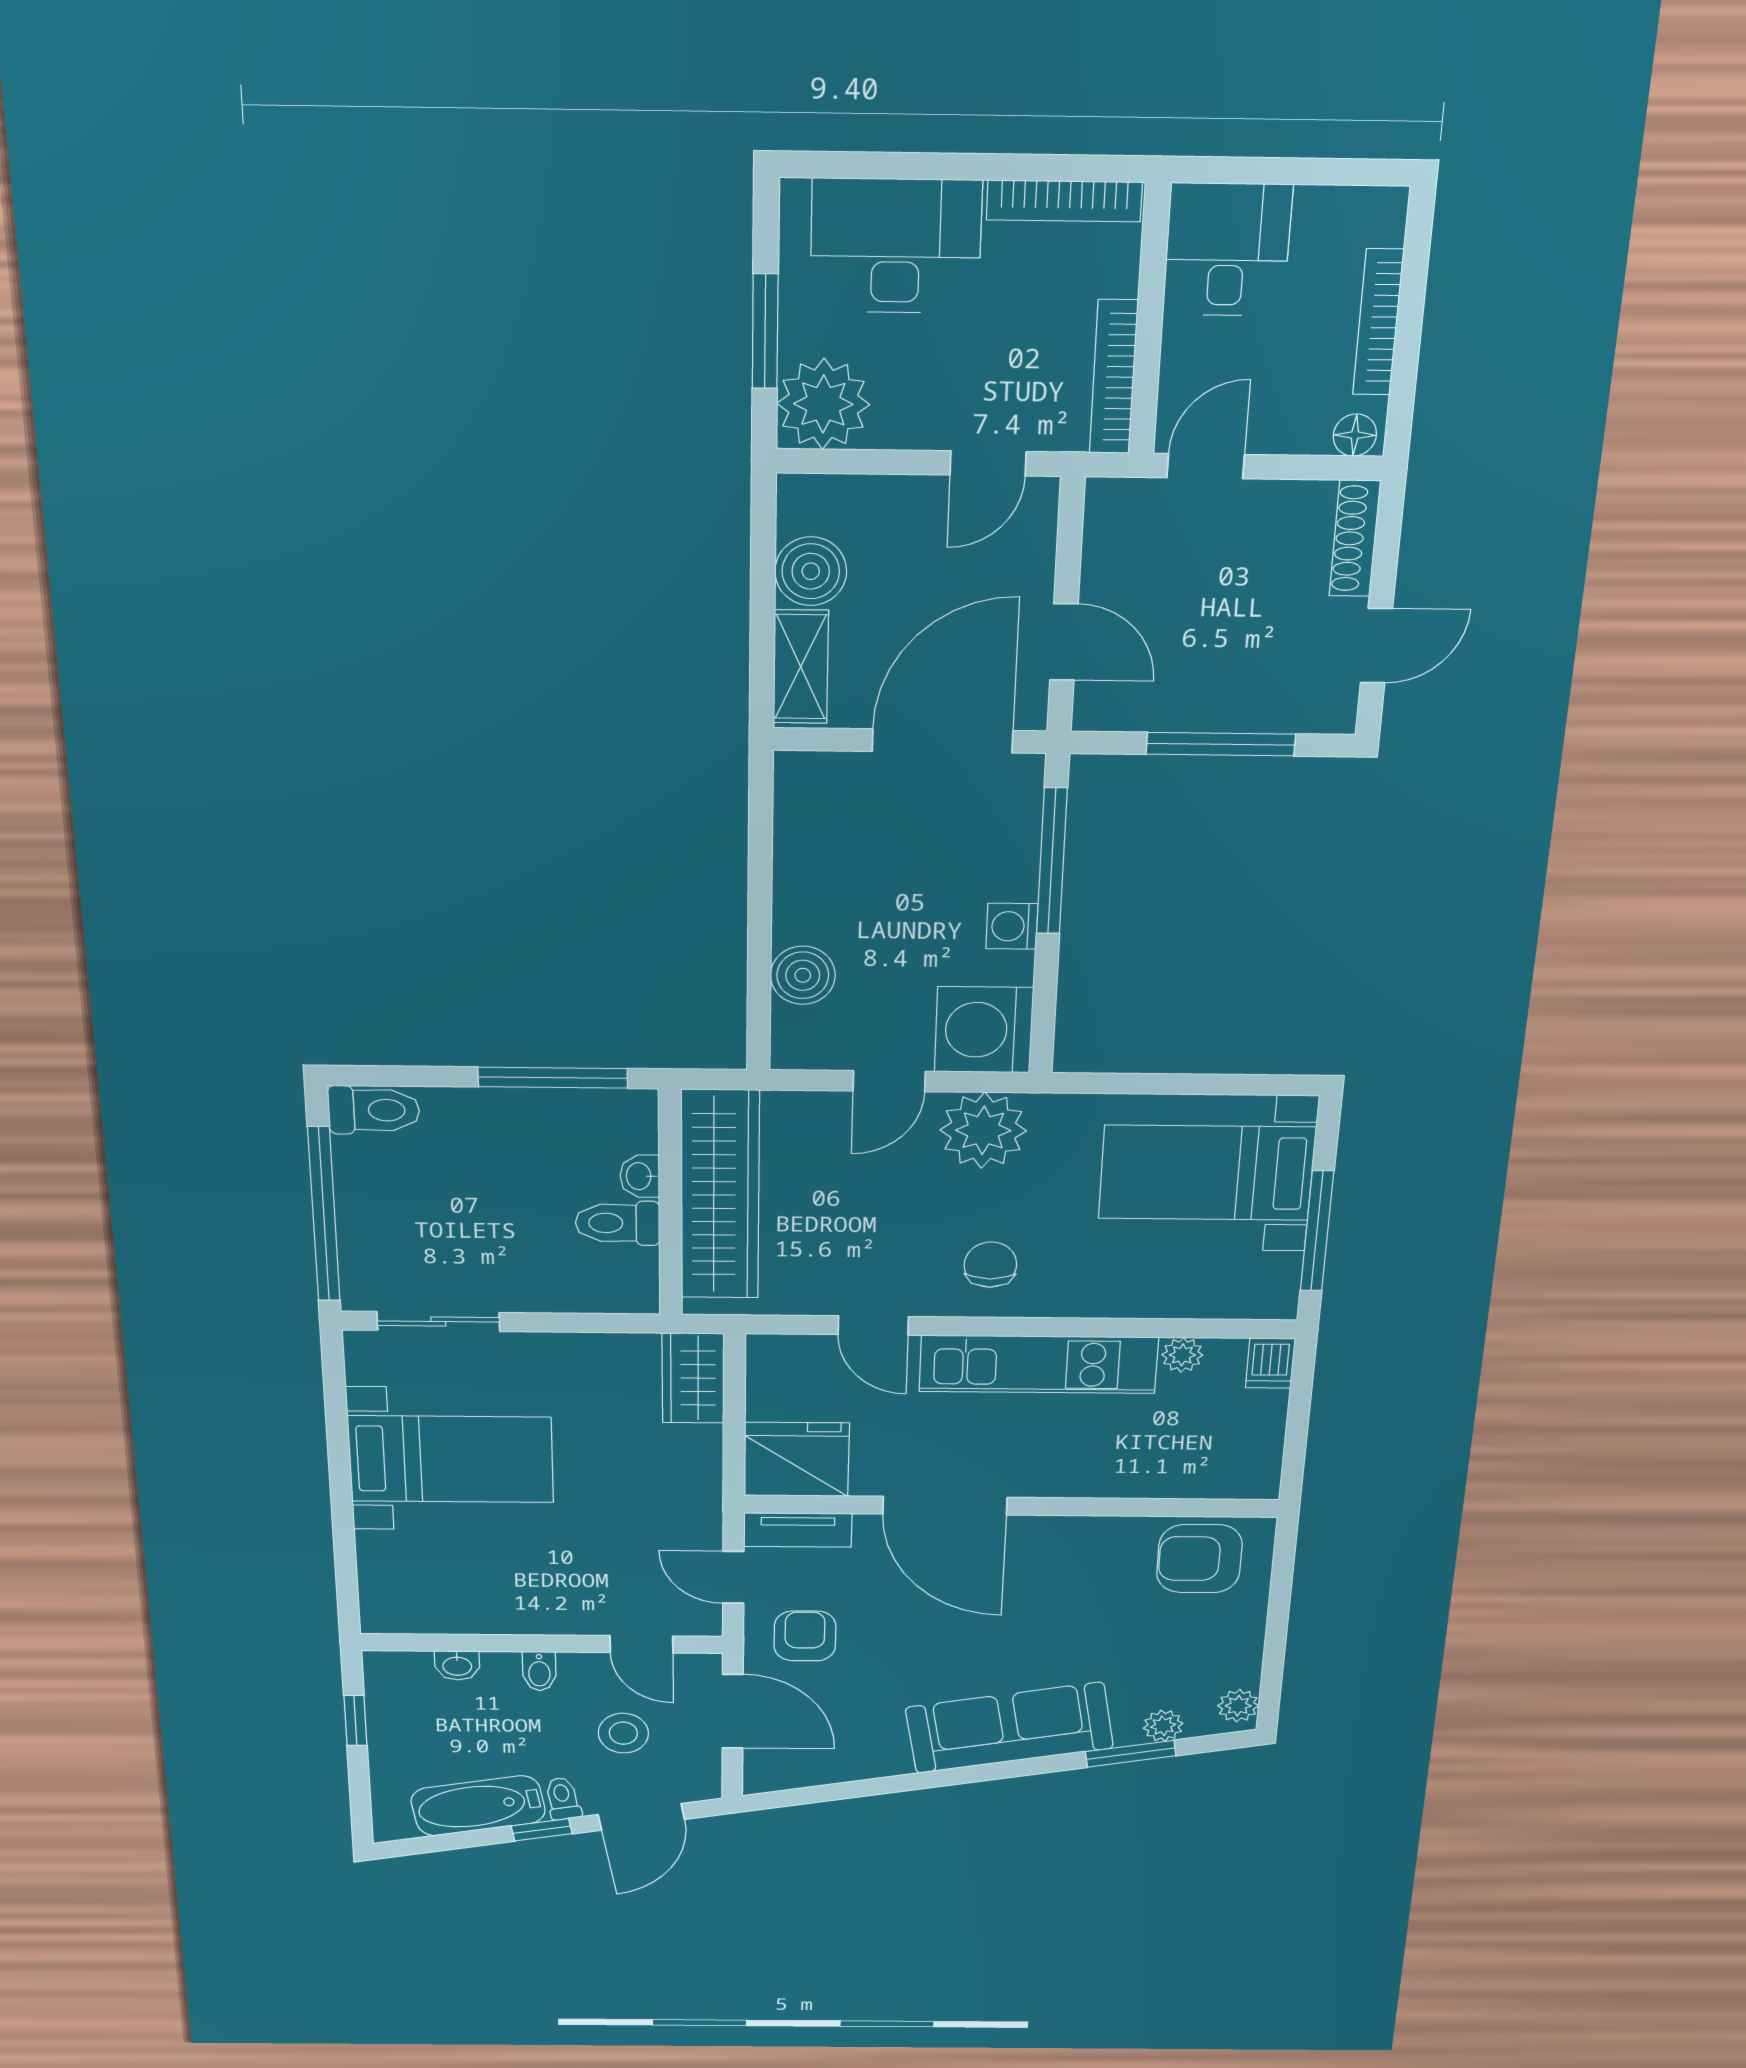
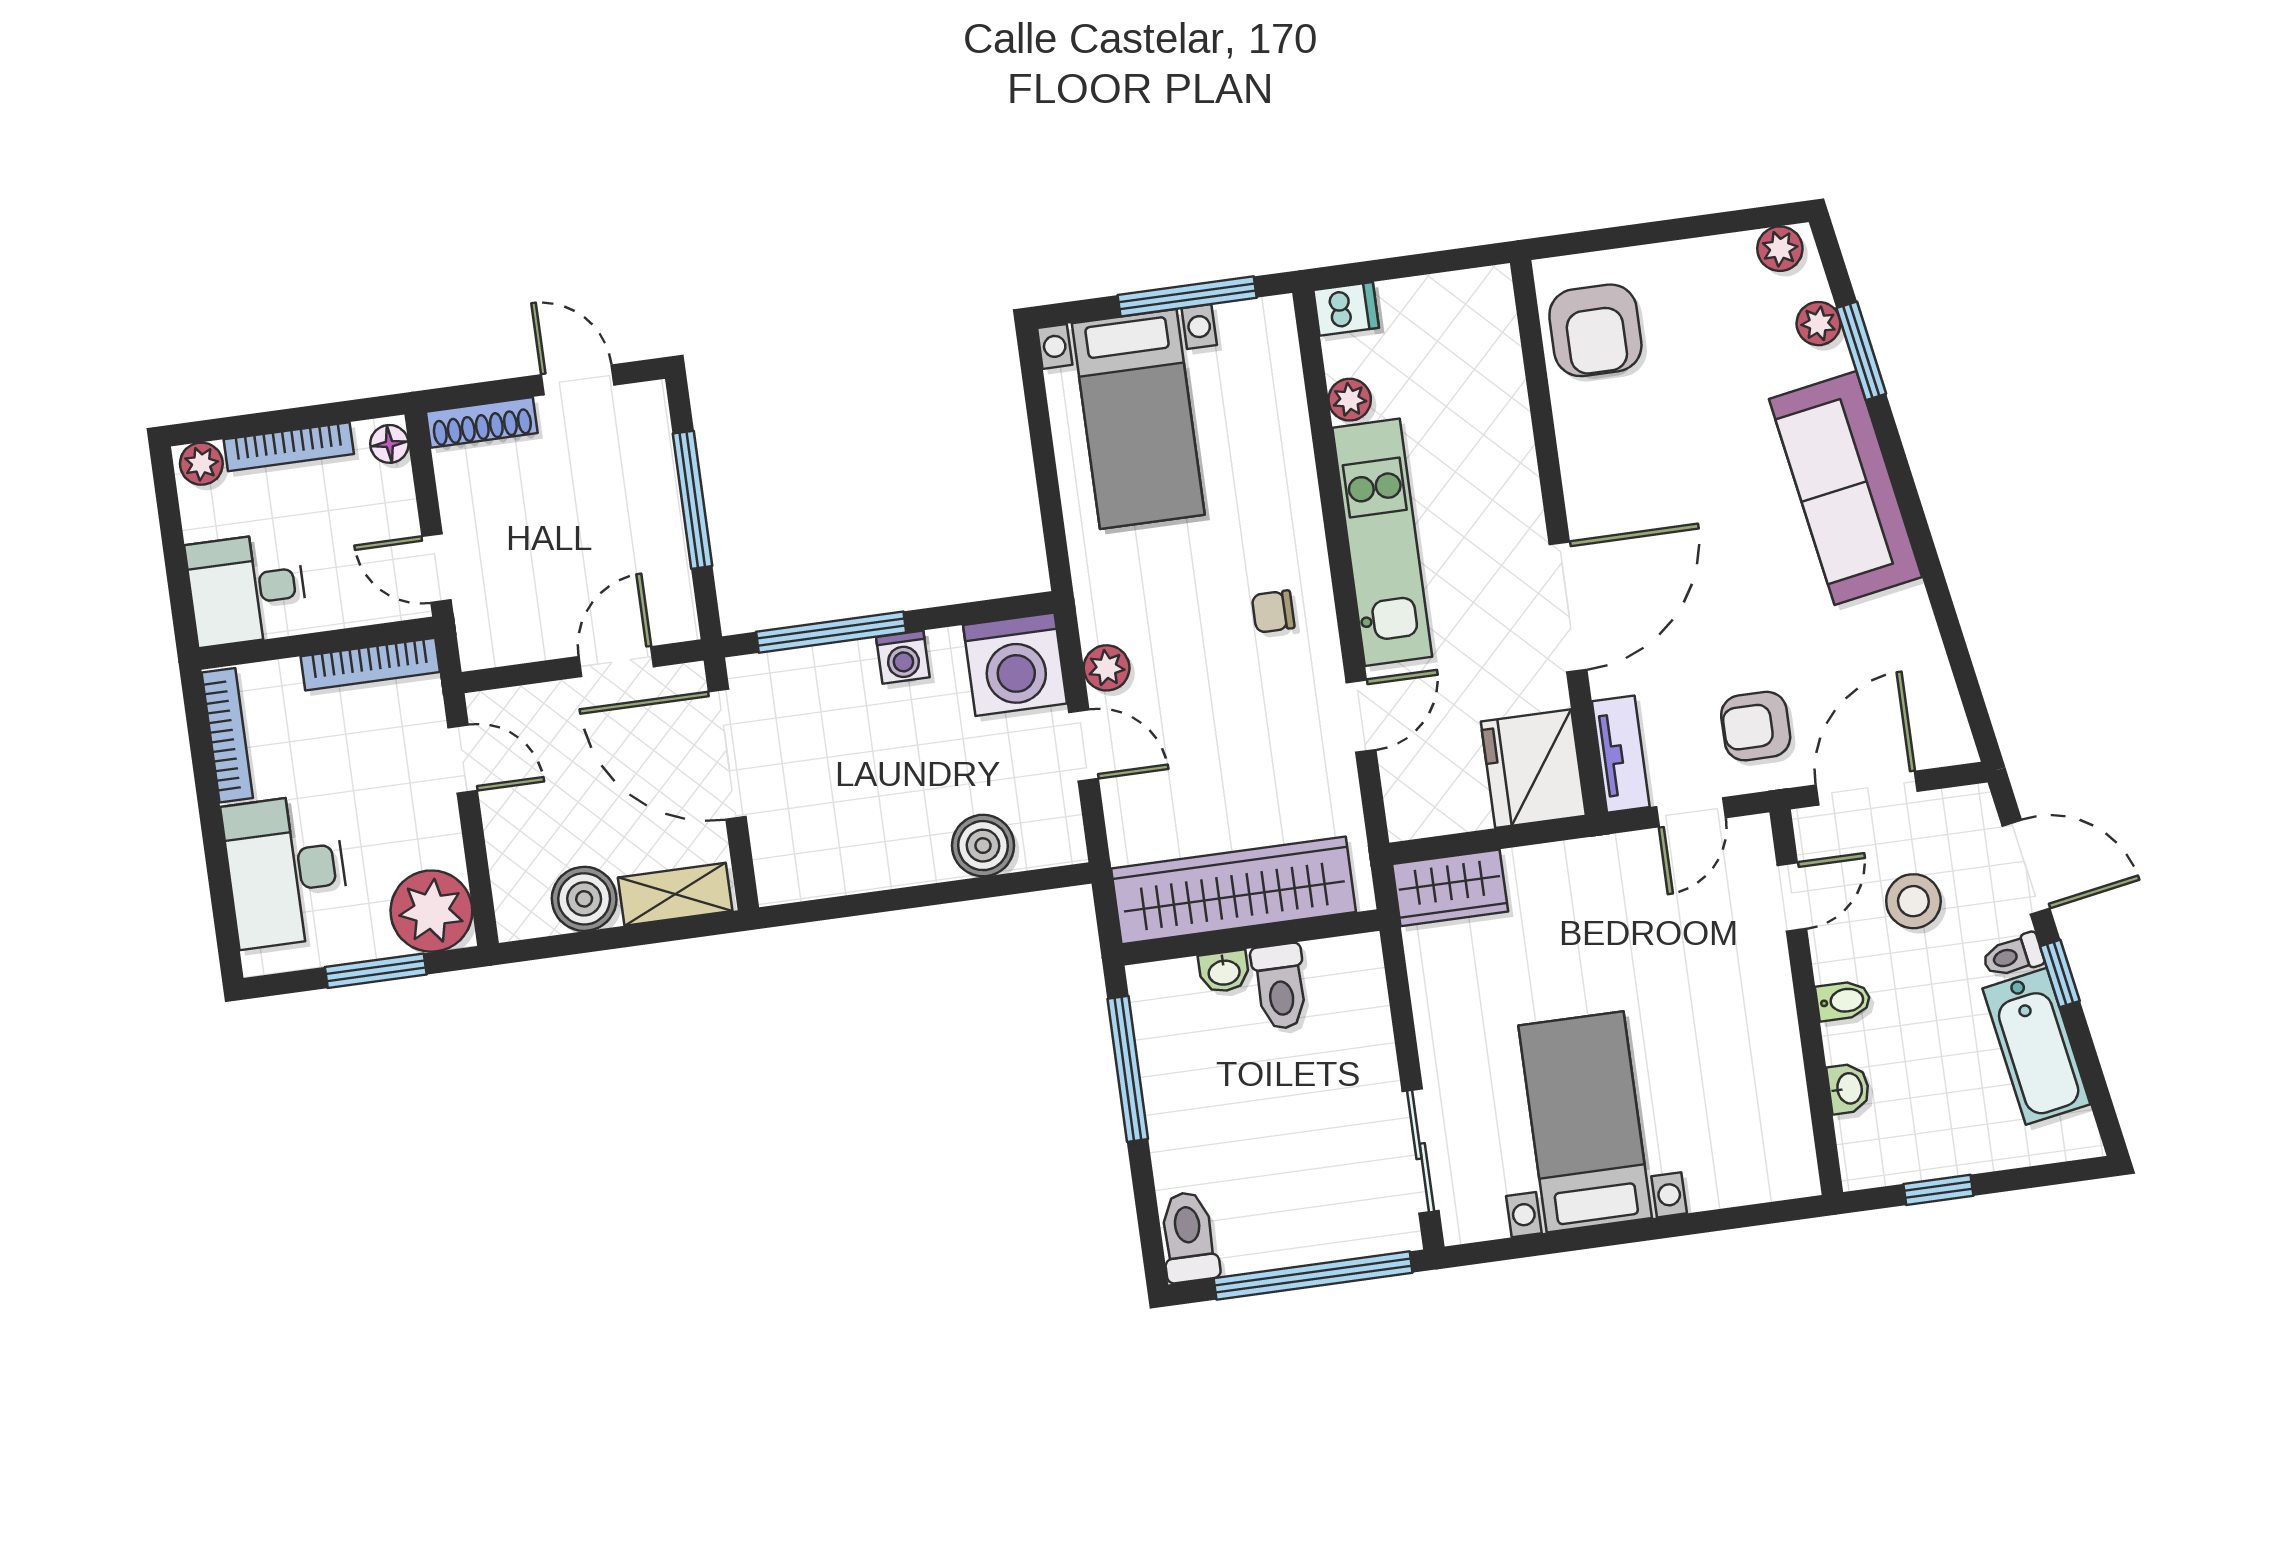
plant: (1382, 219) -> (201, 464), added
plant: (983, 1130) -> (1107, 668), width x0.53, depth x0.53
chair: (990, 1265) -> (1273, 612), width x0.73, depth x0.73

